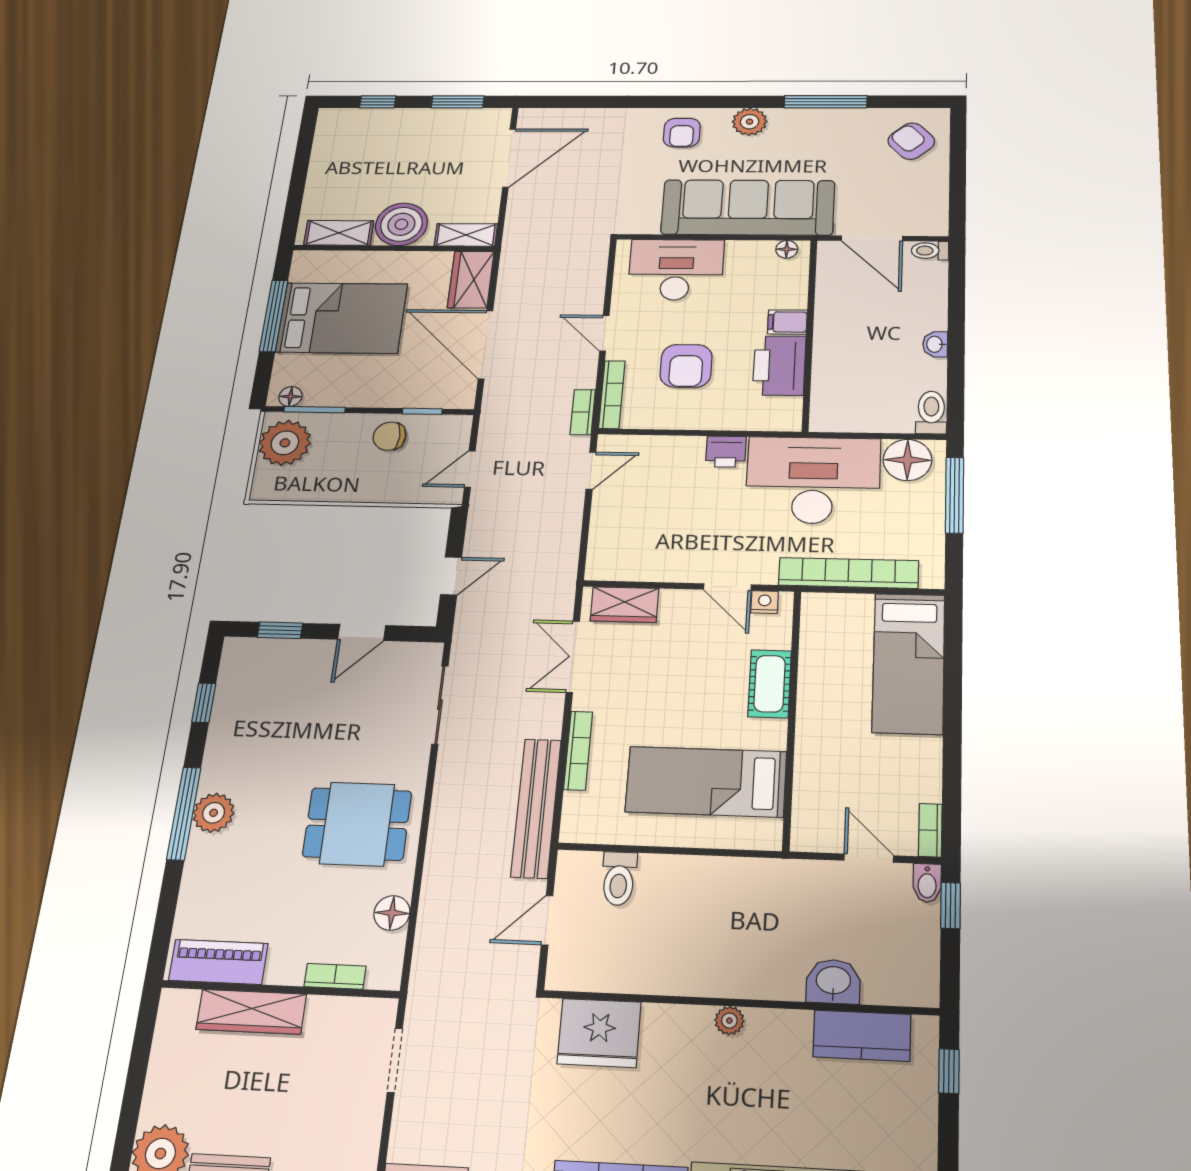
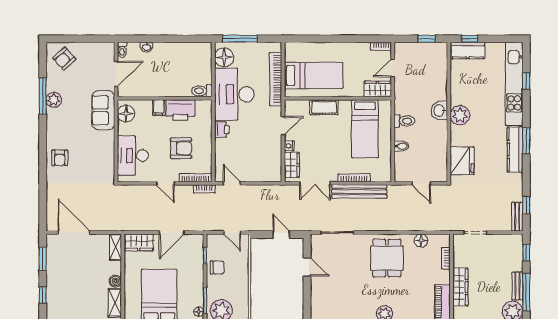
plant: (750, 122) -> (54, 100), moved
armchair: (682, 133) -> (60, 158), turned 91
sofa: (748, 207) -> (103, 110), width x0.54, depth x0.79
boiler: (401, 224) -> (115, 281), width x0.54, depth x0.54
floor lamp: (787, 249) -> (126, 114), width x1.89, depth x1.89
door: (604, 333) -> (165, 183), hinge flipped
door: (486, 344) -> (172, 233), width x0.73
washbasin: (935, 344) -> (147, 47), moved
toilet: (931, 413) -> (202, 91), moved
chair: (389, 436) -> (217, 267), turned -90
nightstand: (765, 602) -> (289, 146), moved
window: (280, 630) -> (307, 300), removed
bed: (909, 663) -> (314, 75), moved
bench: (536, 808) -> (359, 191), moved
wardrobe: (813, 818) -> (378, 89), added
toilet: (619, 879) -> (404, 121), moved
bidet: (927, 883) -> (401, 146), moved
window: (951, 906) -> (426, 39), moved
washbasin: (833, 981) -> (439, 111), moved
plant: (729, 1021) -> (460, 115), width x1.88, depth x1.88
kitchen counter: (862, 1036) -> (468, 51), moved, turned 90

